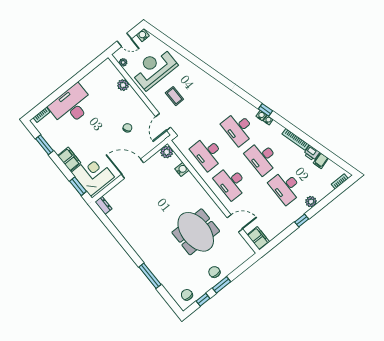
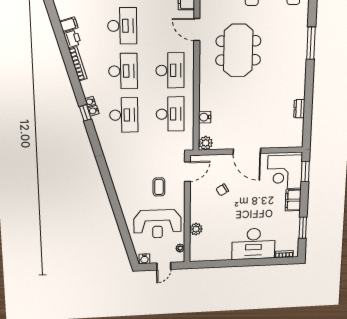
door: (124, 40) -> (164, 266), swing flipped
dresser: (103, 205) -> (299, 109), moved

